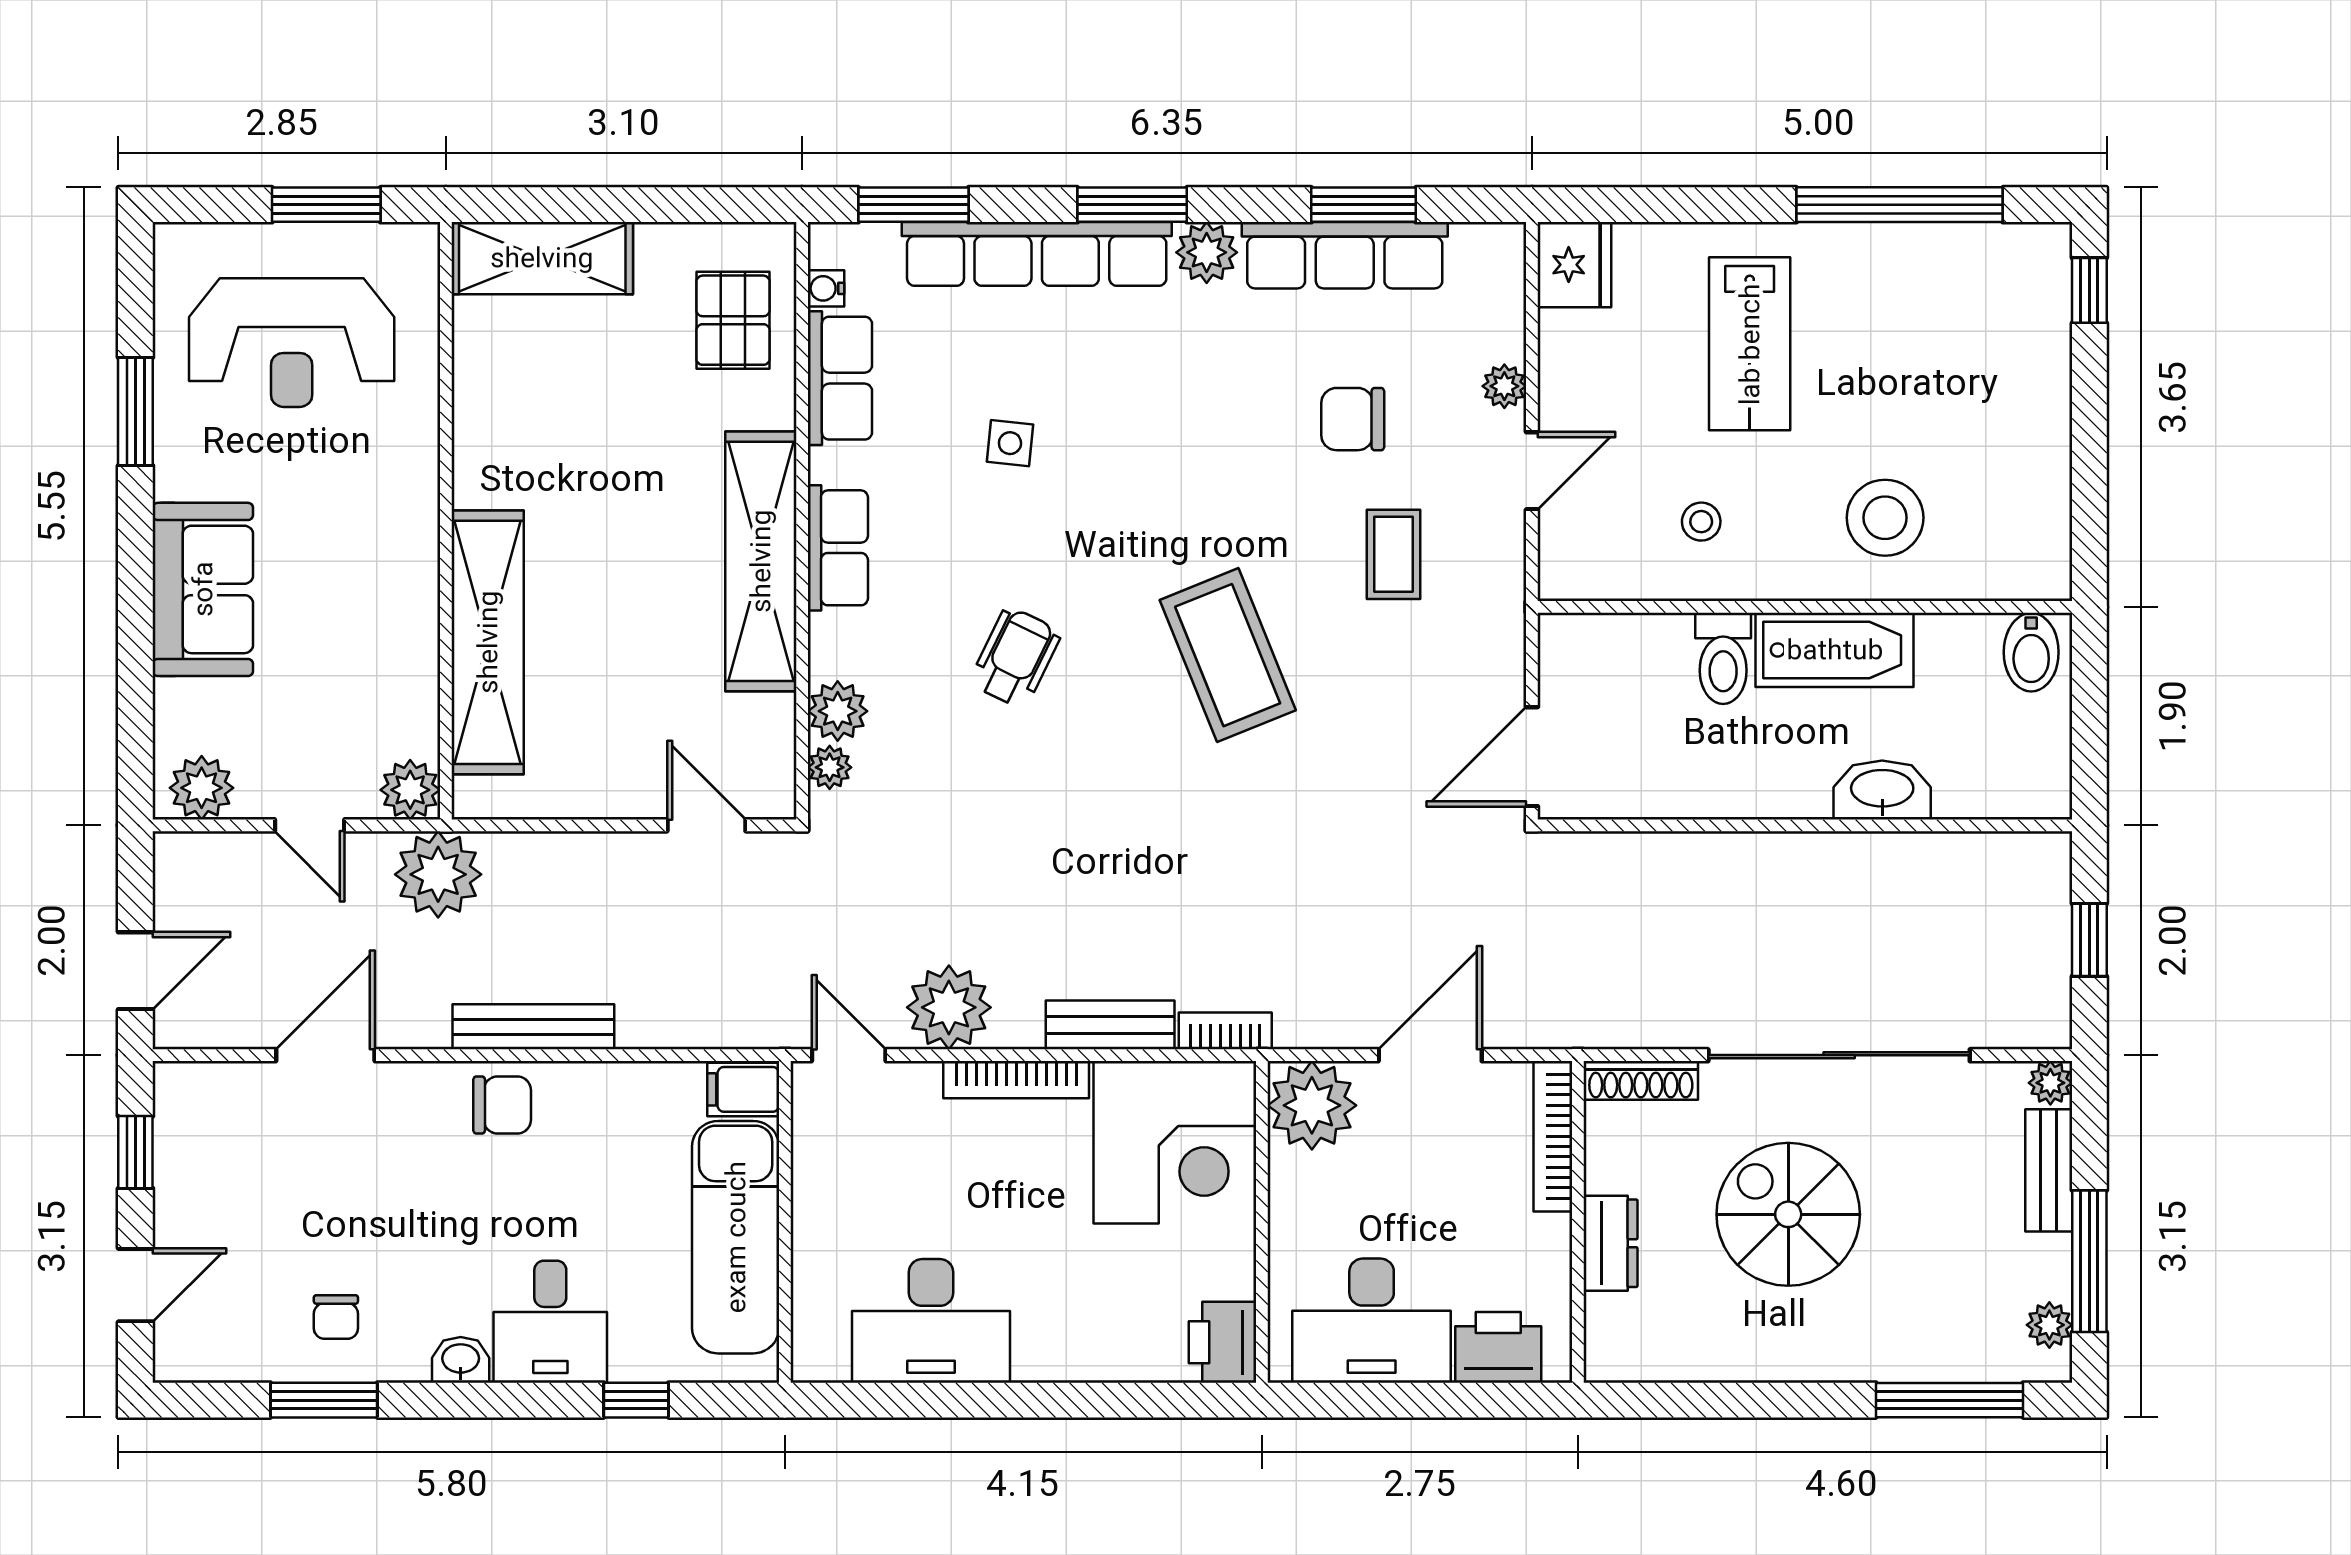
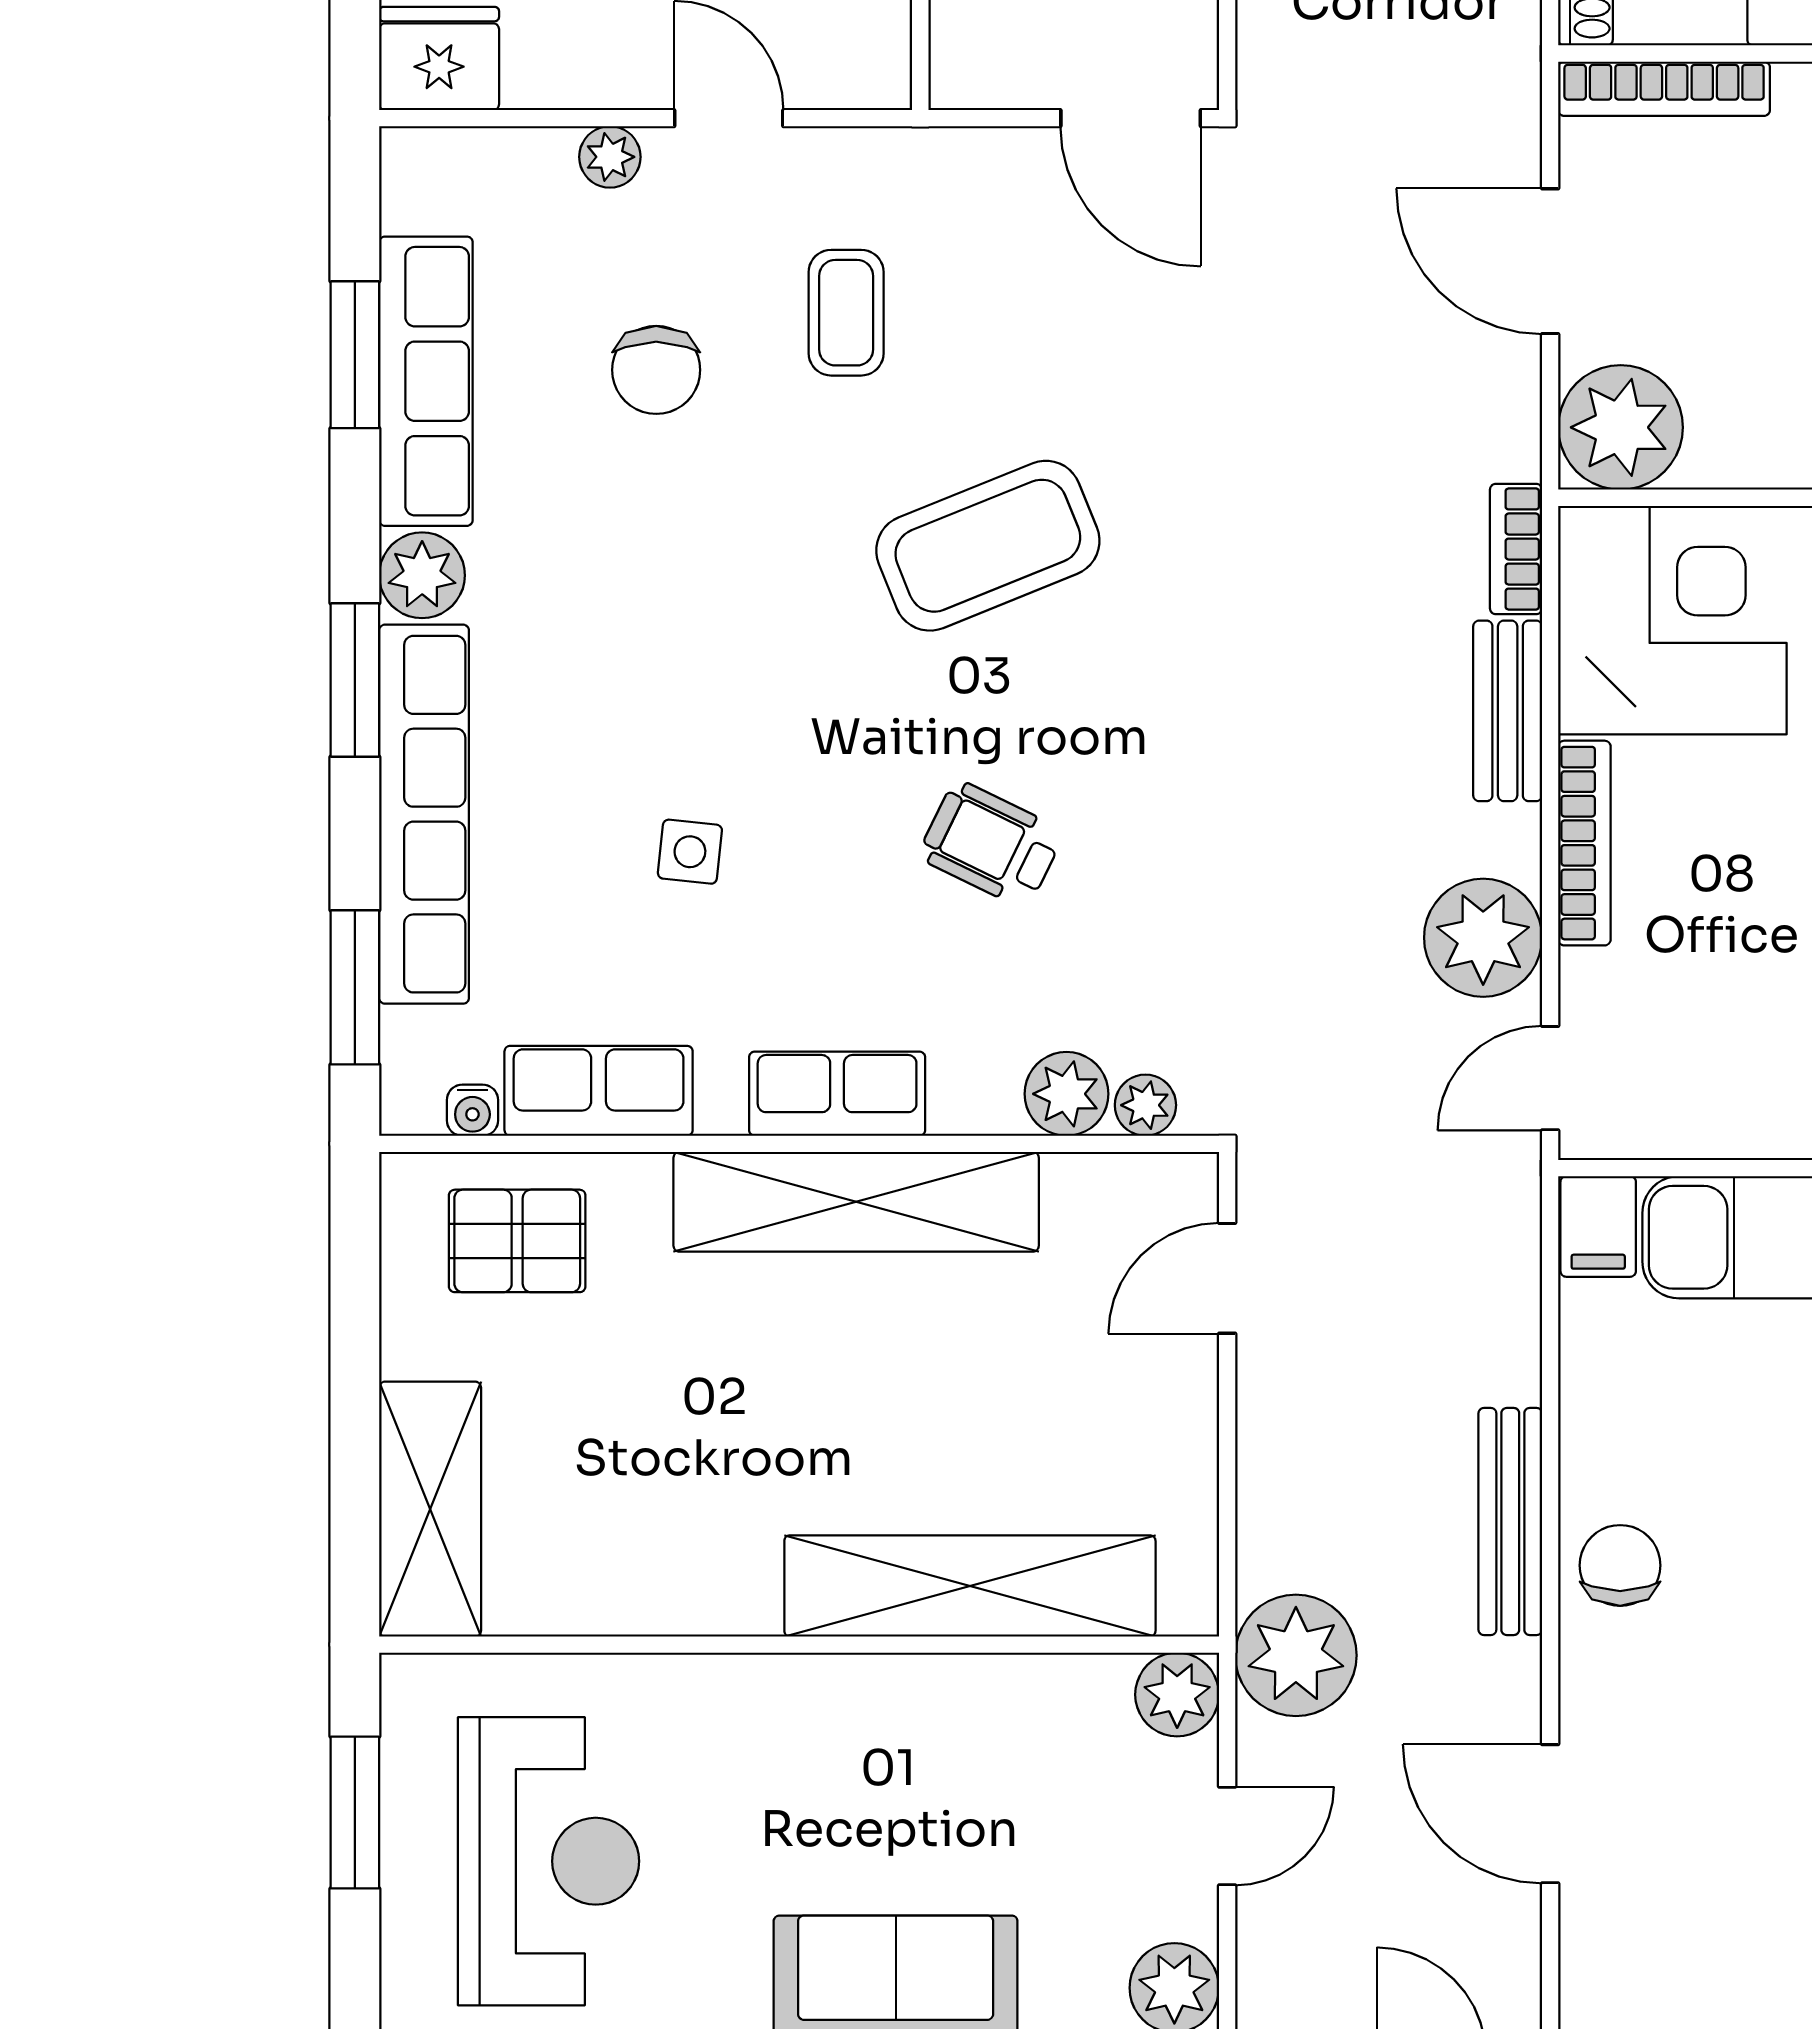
coffee table: (1394, 554) -> (846, 313), turned 90

